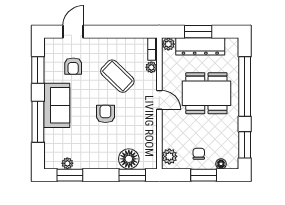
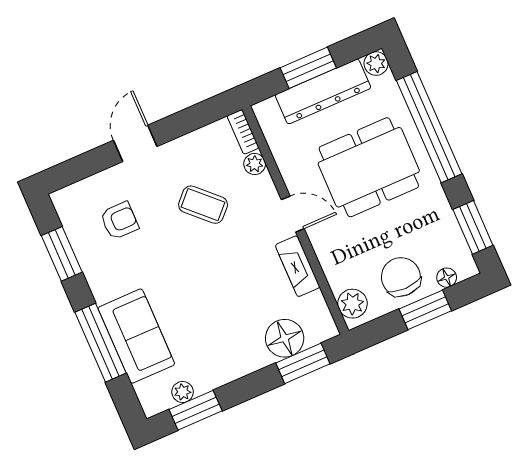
door: (73, 32) -> (135, 143), moved
plant: (168, 44) -> (376, 64), moved
armchair: (73, 66) -> (119, 221), turned -90
coffee table: (117, 76) -> (203, 205), width x0.73, depth x0.77
sofa: (57, 105) -> (136, 336), moved
armchair: (105, 114) -> (211, 279), removed
fireplace: (150, 126) -> (298, 266), added
chair: (199, 154) -> (401, 277), width x1.87, depth x1.87

